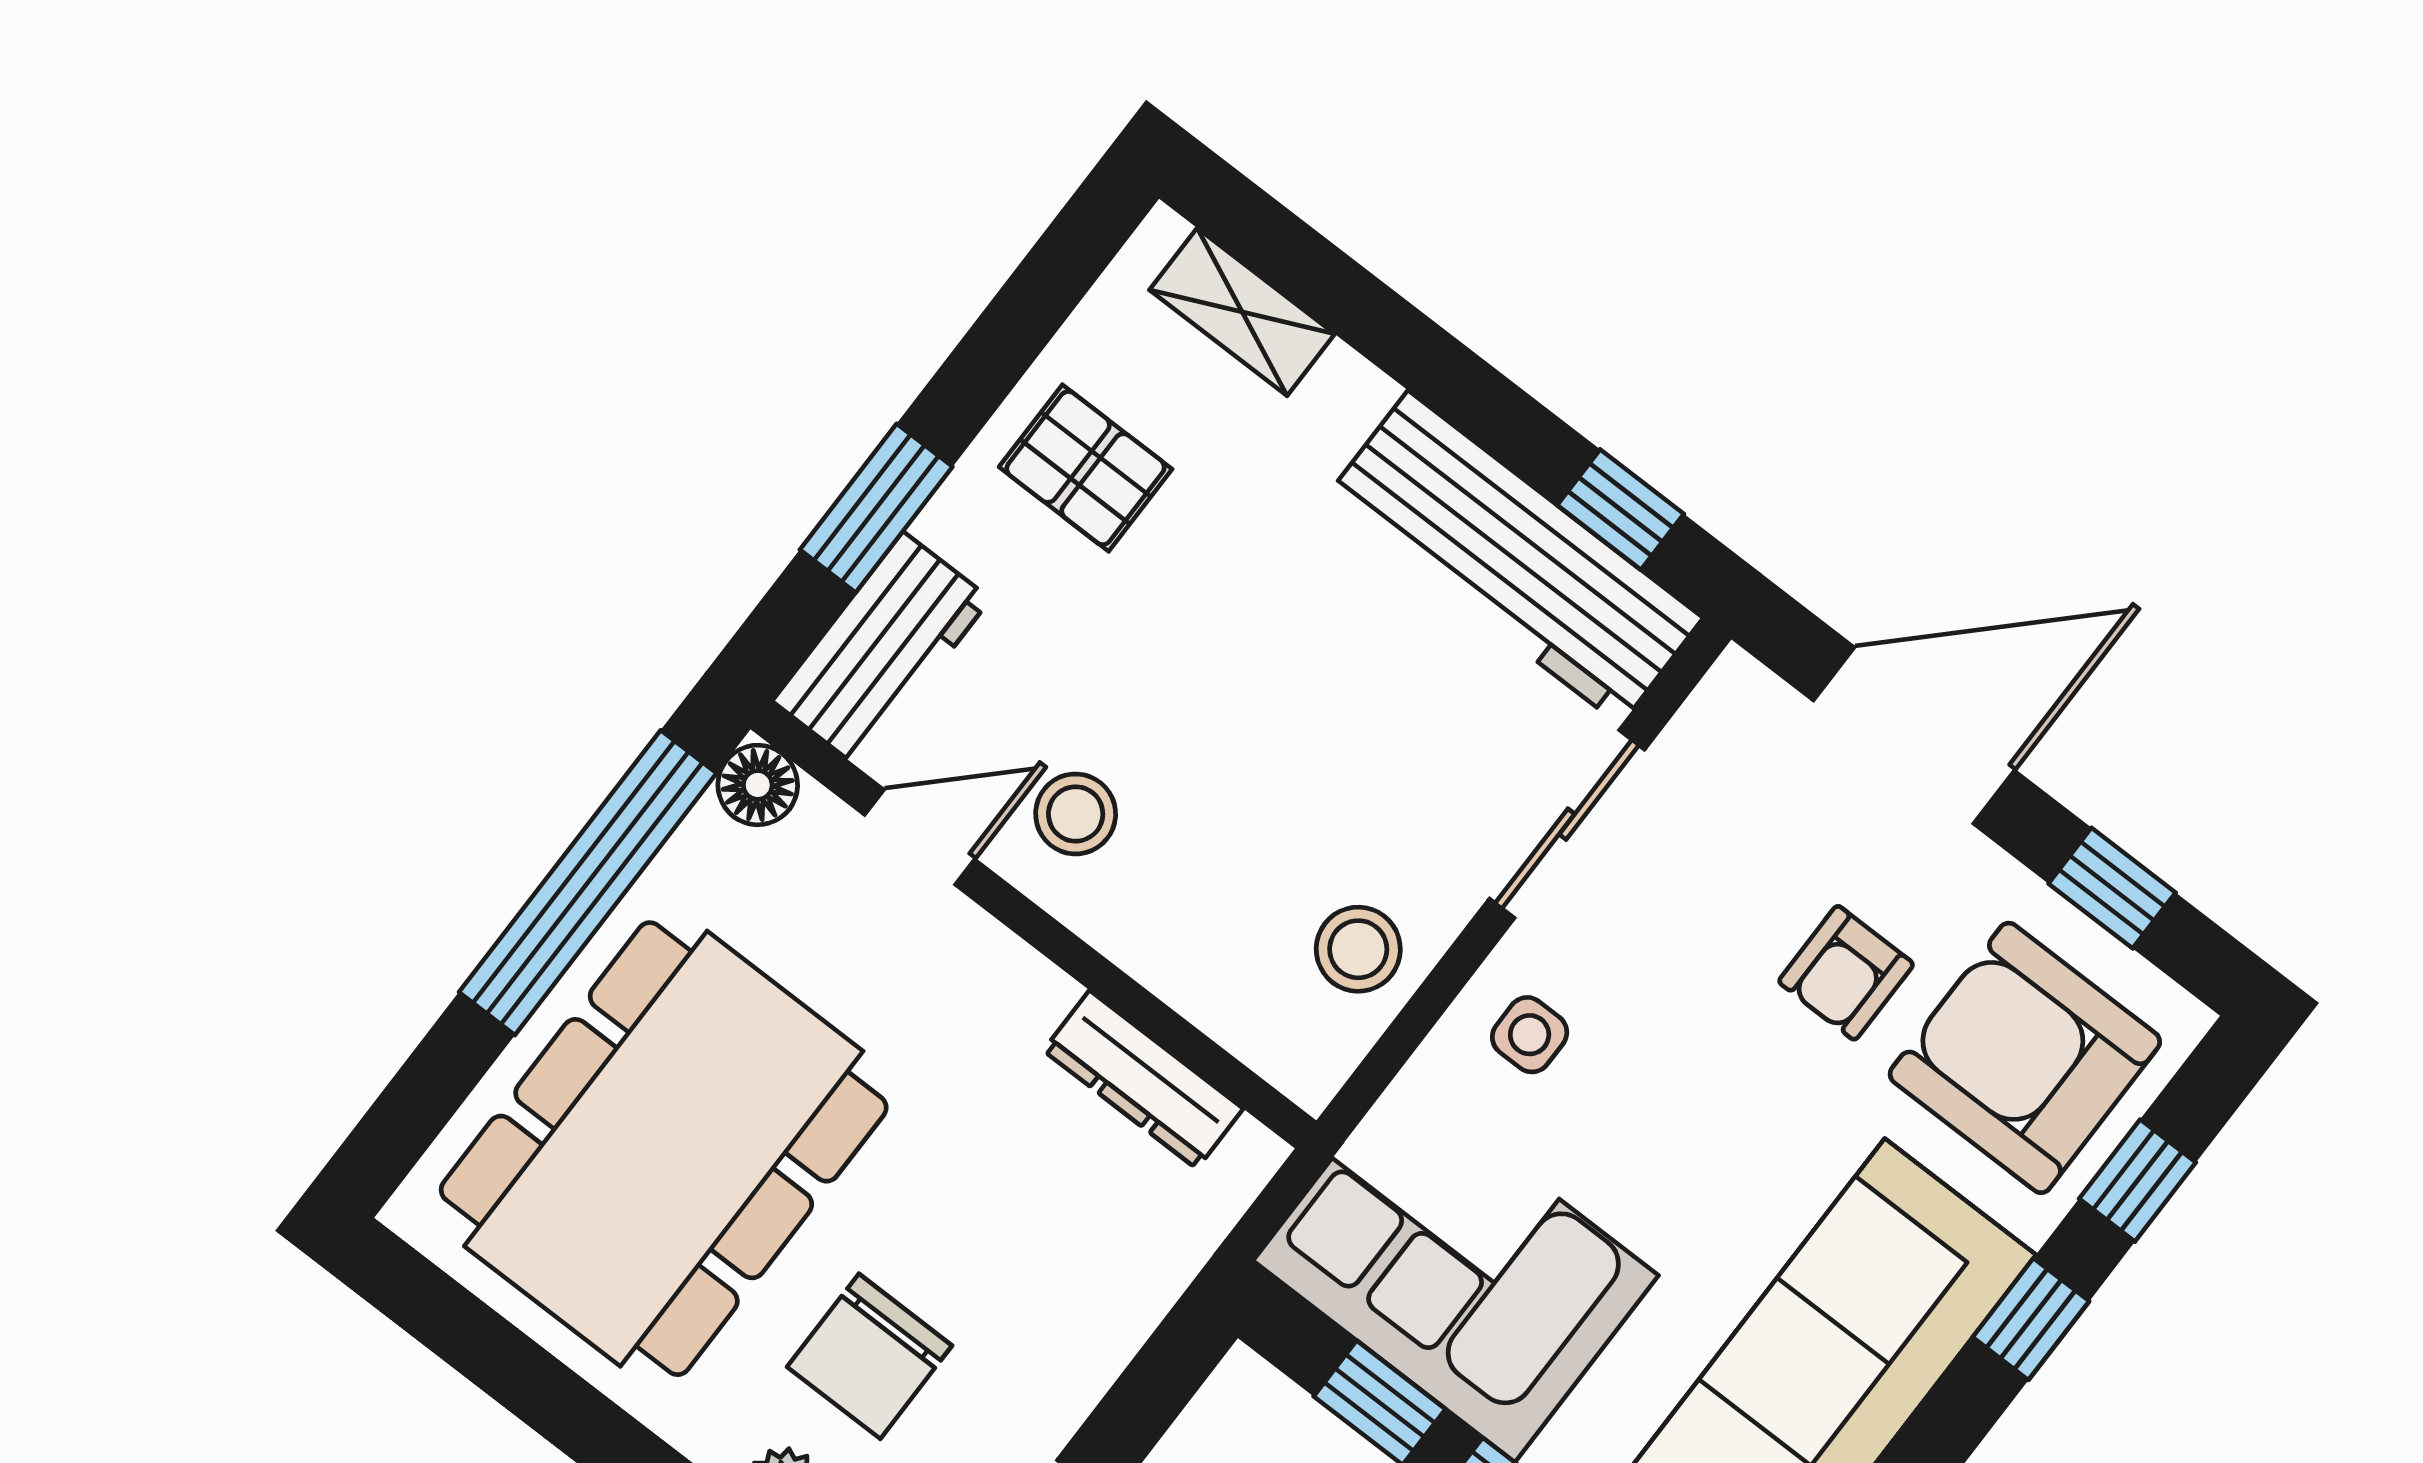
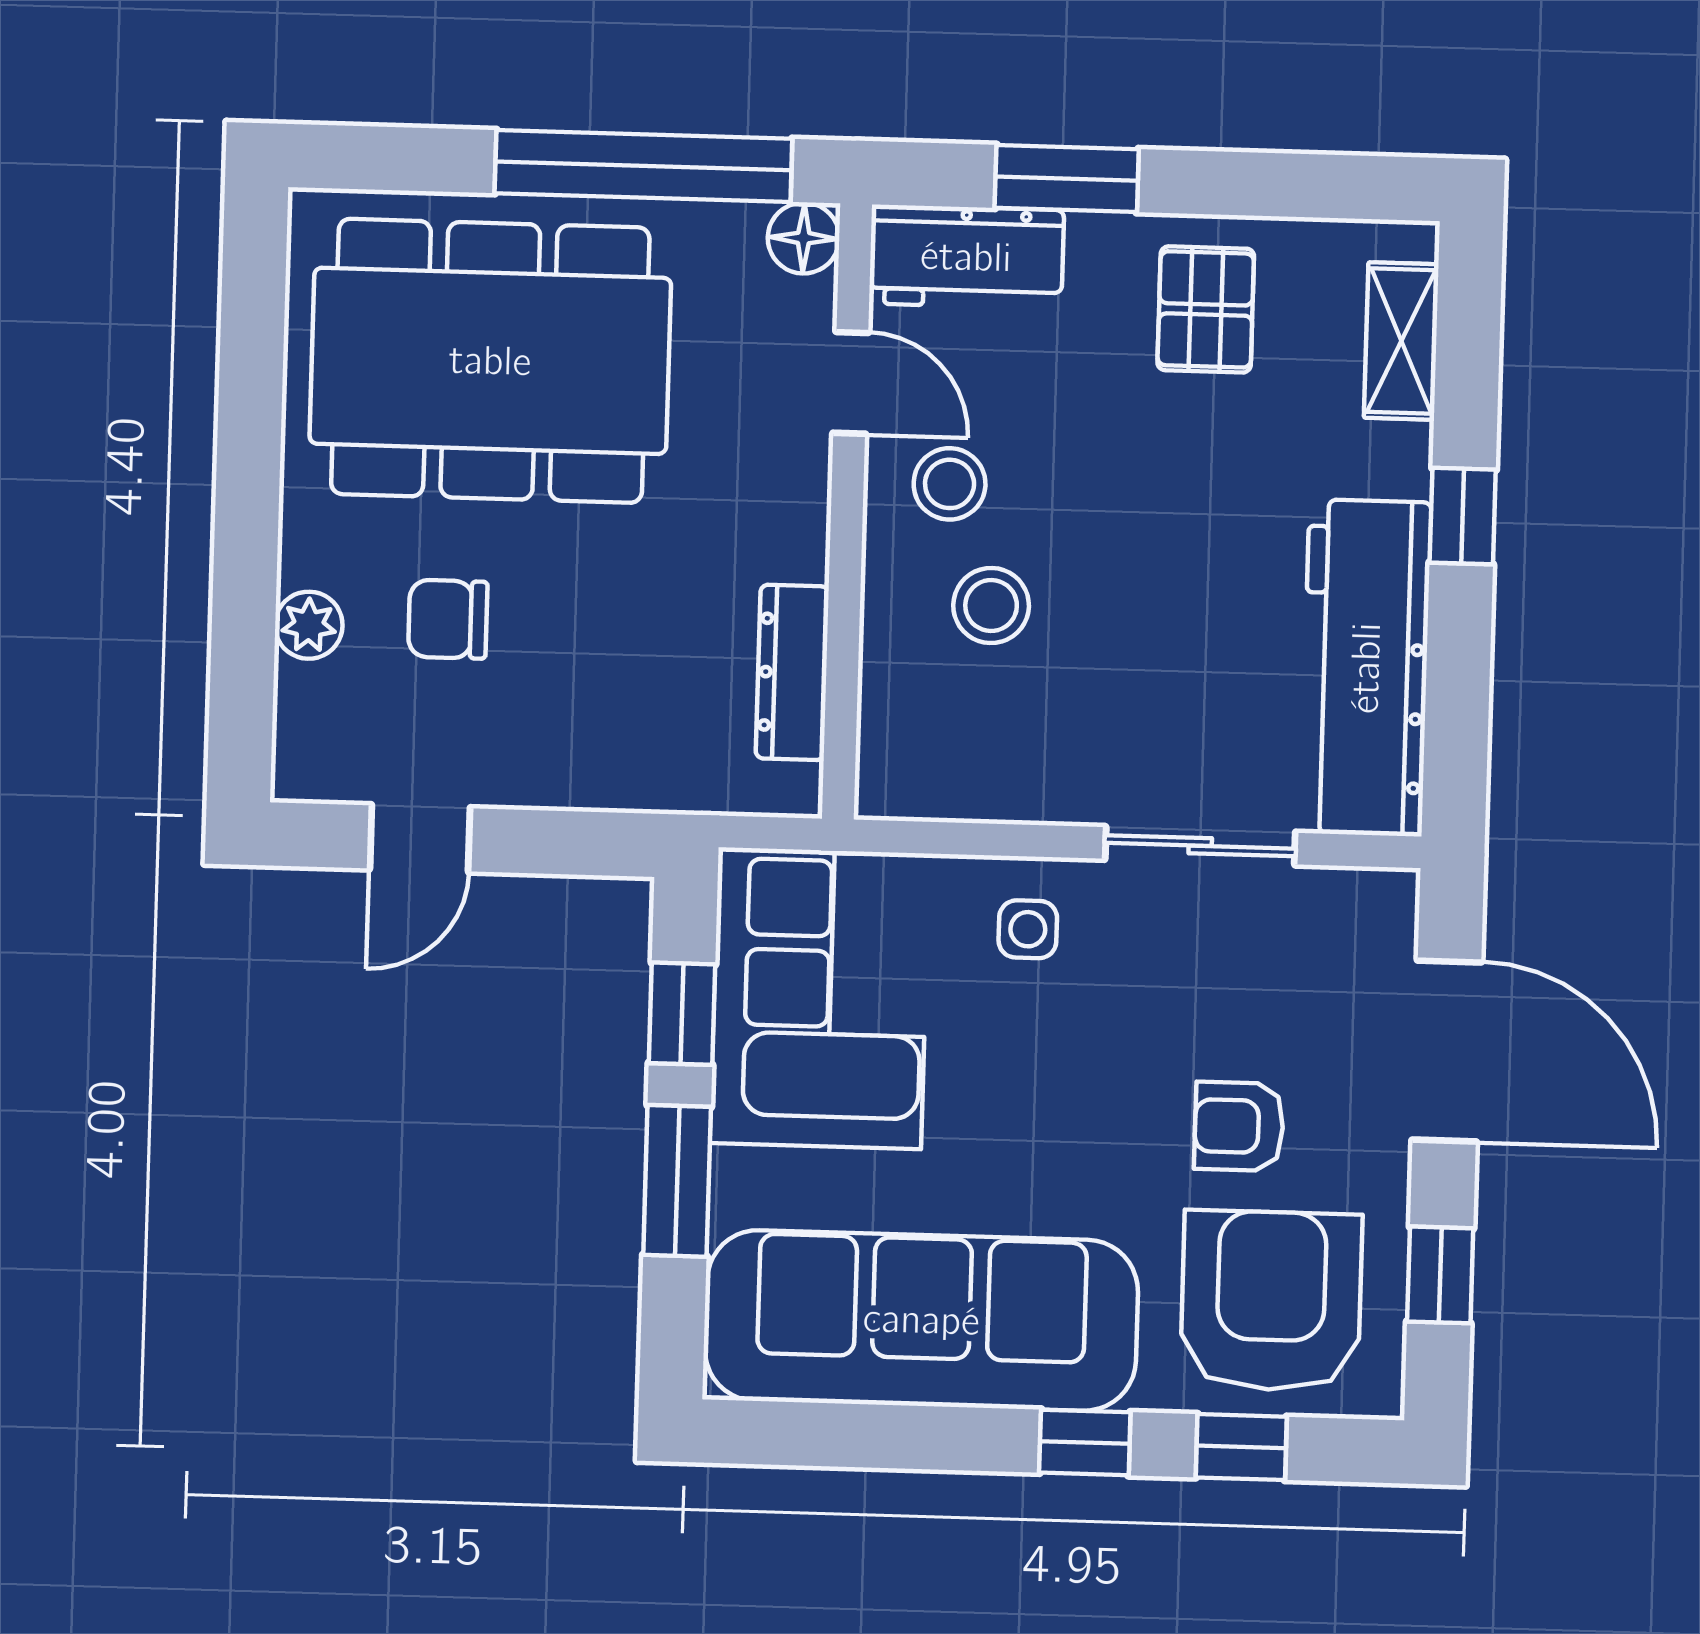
window: (1621, 510) -> (1463, 516), moved
stool: (1358, 949) -> (991, 606), moved
chair: (870, 1356) -> (448, 619), width x0.73, depth x0.73

